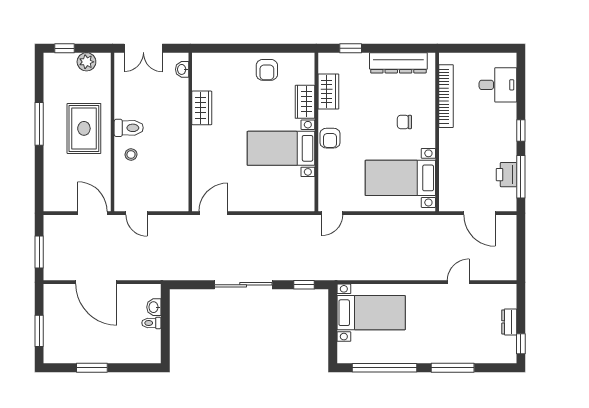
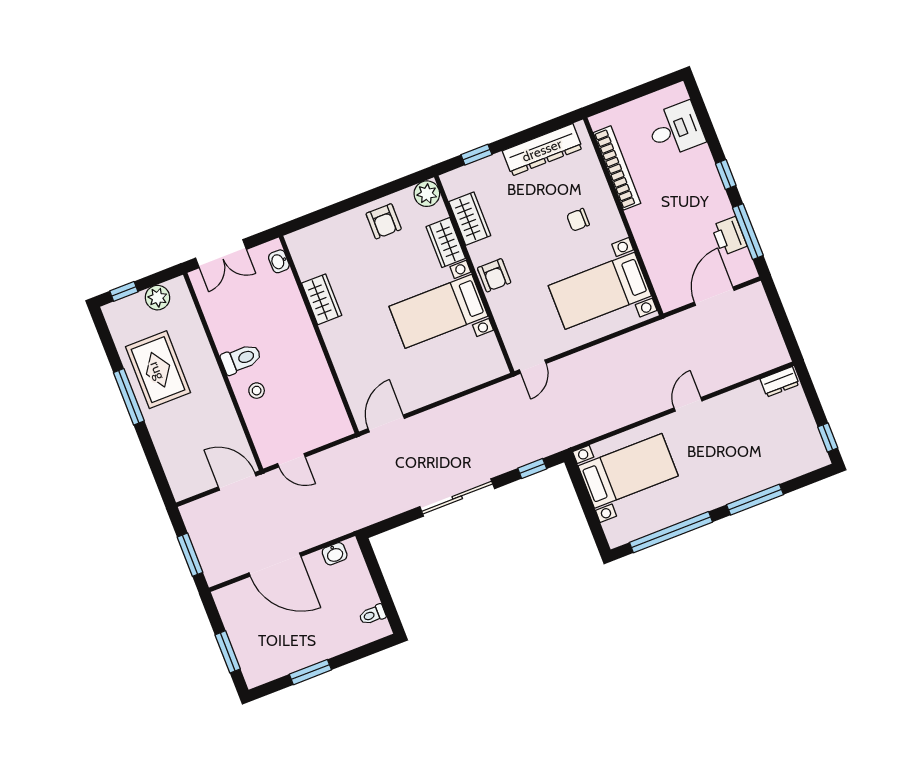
plant: (305, 62) -> (427, 194), added
rug: (84, 128) -> (158, 370), moved
door: (479, 213) -> (714, 296), swing flipped
door: (458, 282) -> (688, 404), moved
washbasin: (154, 307) -> (335, 554), moved, turned -90
dresser: (509, 322) -> (780, 382), moved, turned -90
toilet: (151, 323) -> (372, 615), moved

